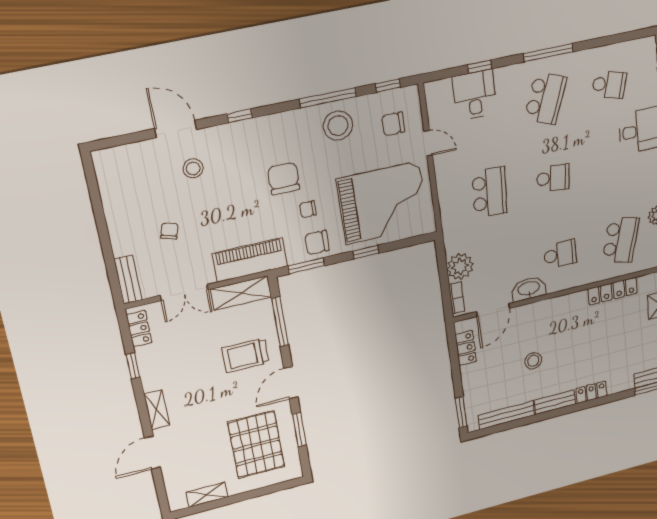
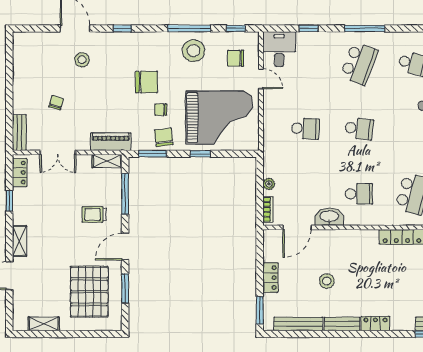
desk: (474, 95) -> (279, 49), moved
chair: (284, 179) -> (146, 82), turned 90
school desk: (490, 192) -> (305, 129), width x0.54
chair: (317, 243) -> (164, 137), turned 83
piano: (250, 260) -> (111, 142), width x0.73, depth x0.75
plant: (460, 267) -> (269, 184), width x0.53, depth x0.53
shelving: (241, 293) -> (107, 161), width x0.67, depth x0.75
locker: (466, 348) -> (270, 278), moved
trolley: (246, 355) -> (94, 214), width x0.73, depth x0.72

